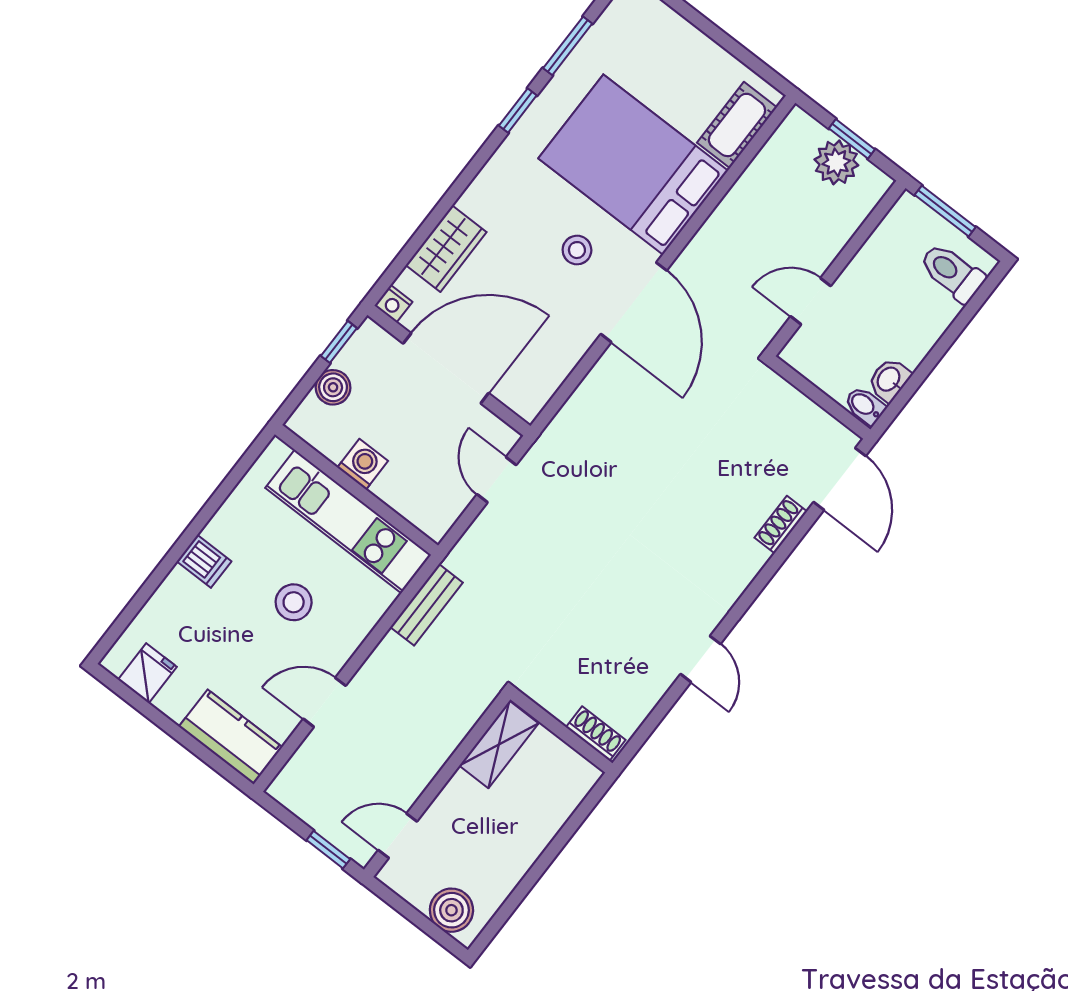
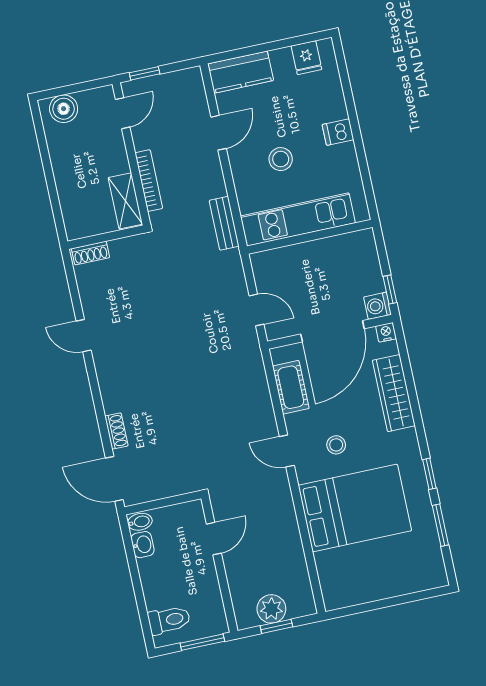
cot: (737, 125) -> (291, 387), moved
wardrobe: (446, 249) -> (394, 393), width x1.50
door: (634, 302) -> (287, 451), width x0.53
boiler: (333, 387) -> (370, 268), removed
washing machine: (363, 464) -> (378, 306), moved, turned 90
bookcase: (451, 737) -> (149, 181), added

